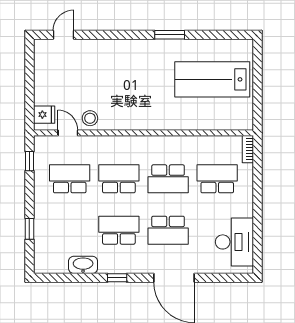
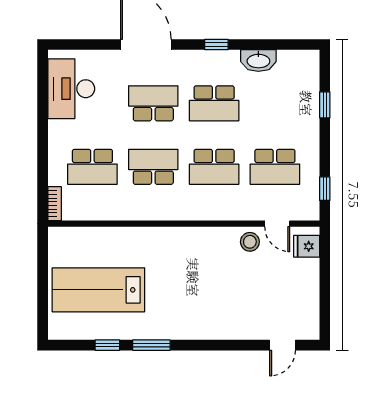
window: (205, 35) -> (107, 345), added
lab bench: (212, 79) -> (98, 290), turned 180

